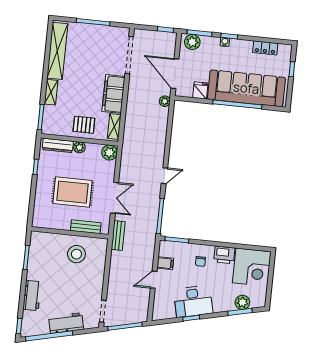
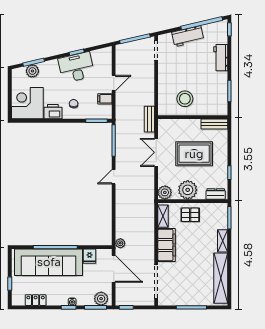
dresser: (58, 145) -> (216, 194), width x0.70
plant: (79, 147) -> (188, 190), width x1.87, depth x1.87
bench: (86, 227) -> (214, 124), moved

